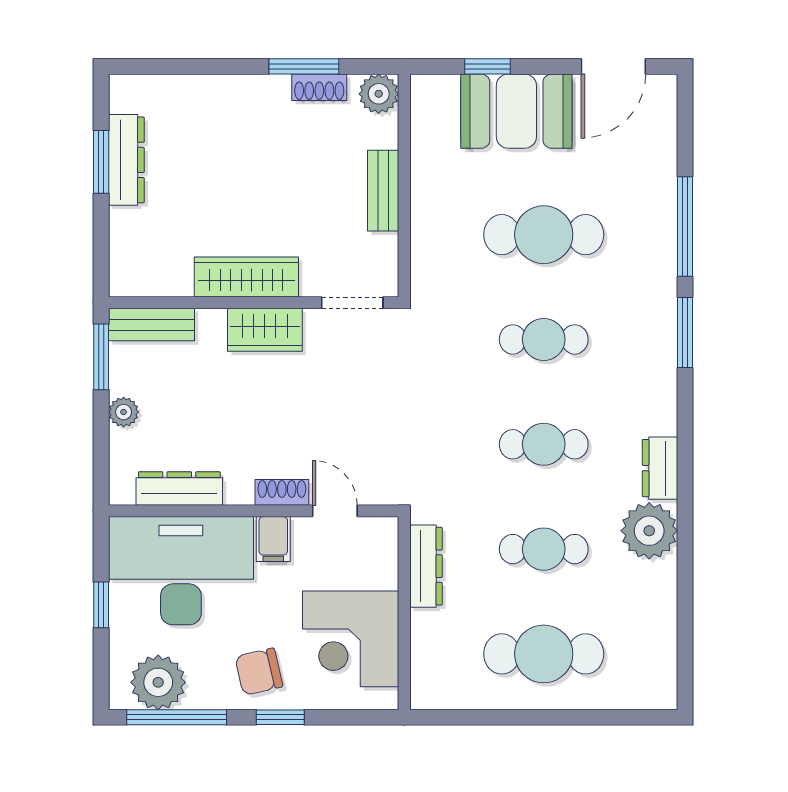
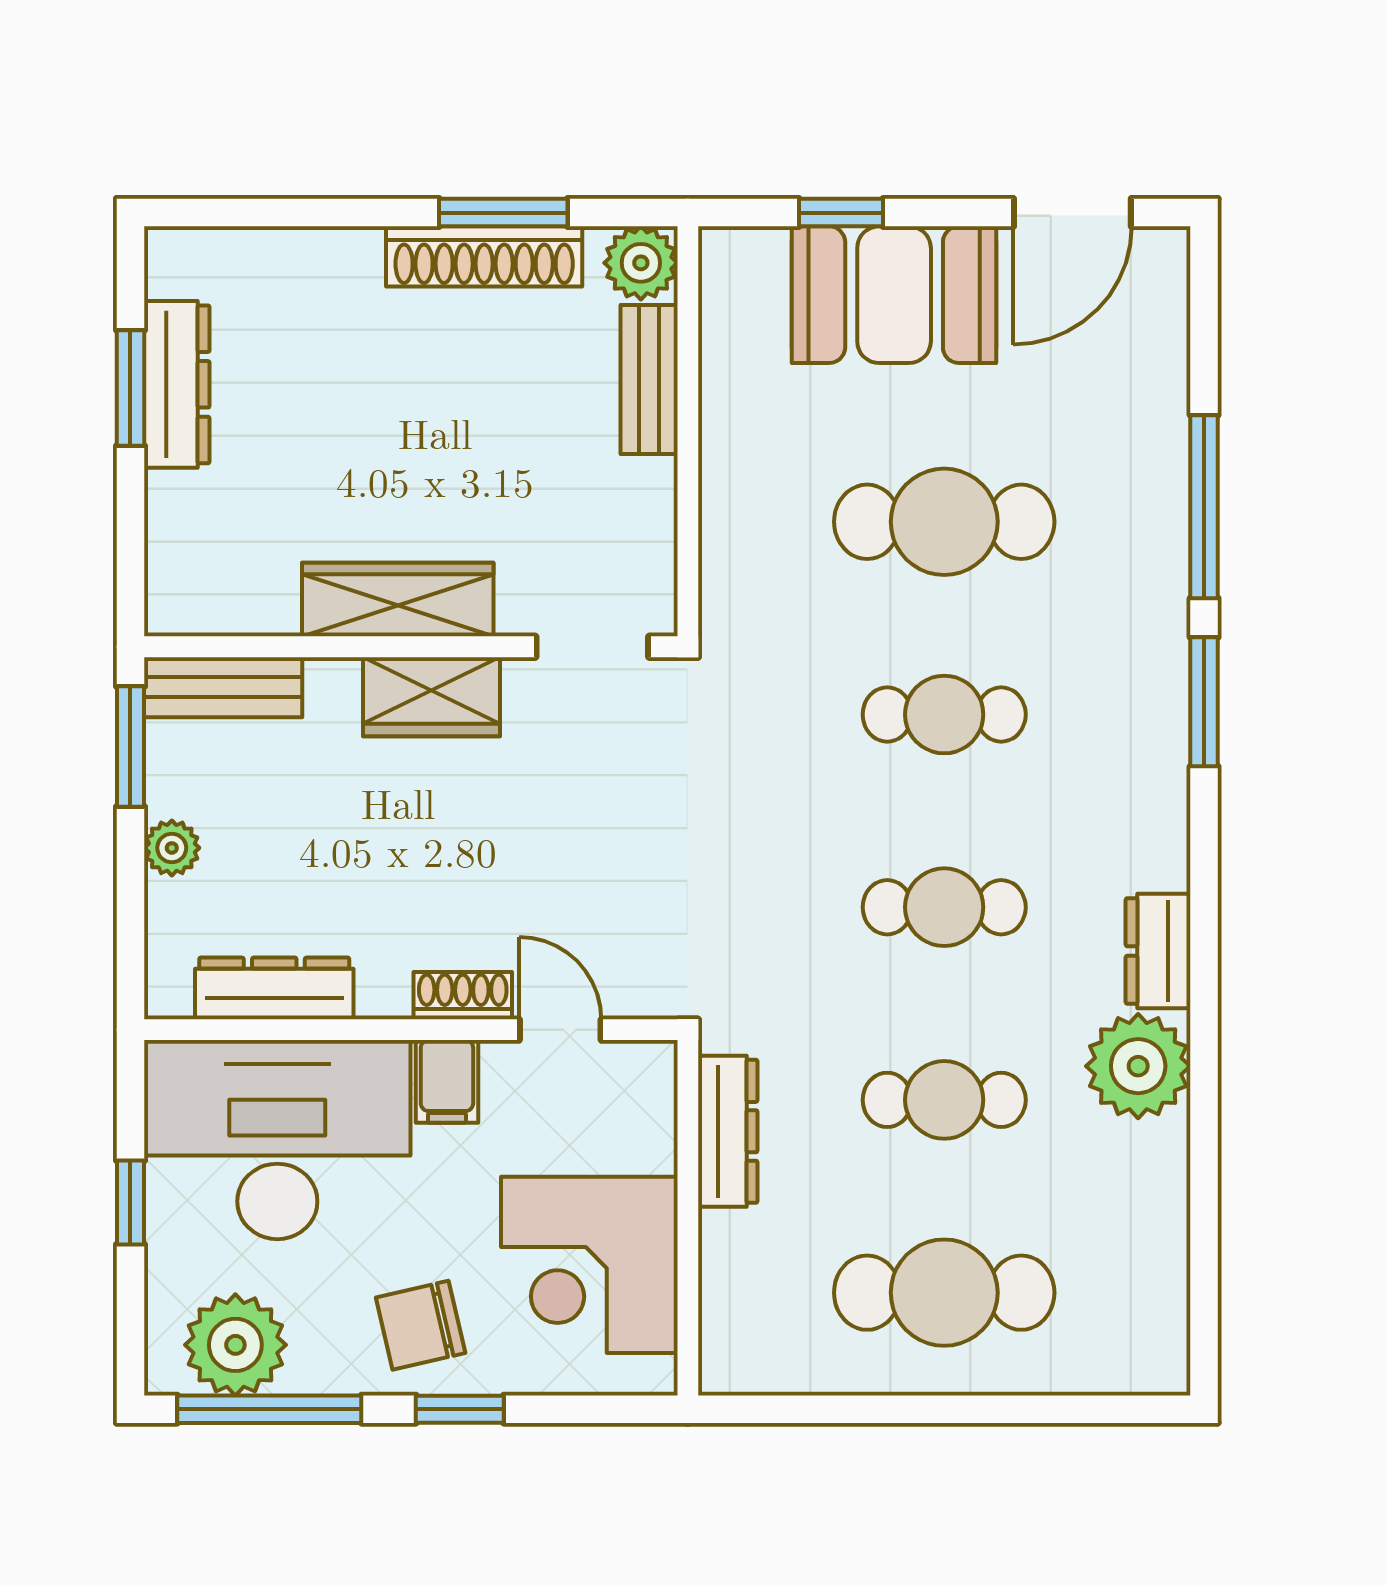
shoe rack: (319, 87) -> (484, 256), width x1.94, depth x1.24
bench: (383, 191) -> (649, 380), moved

